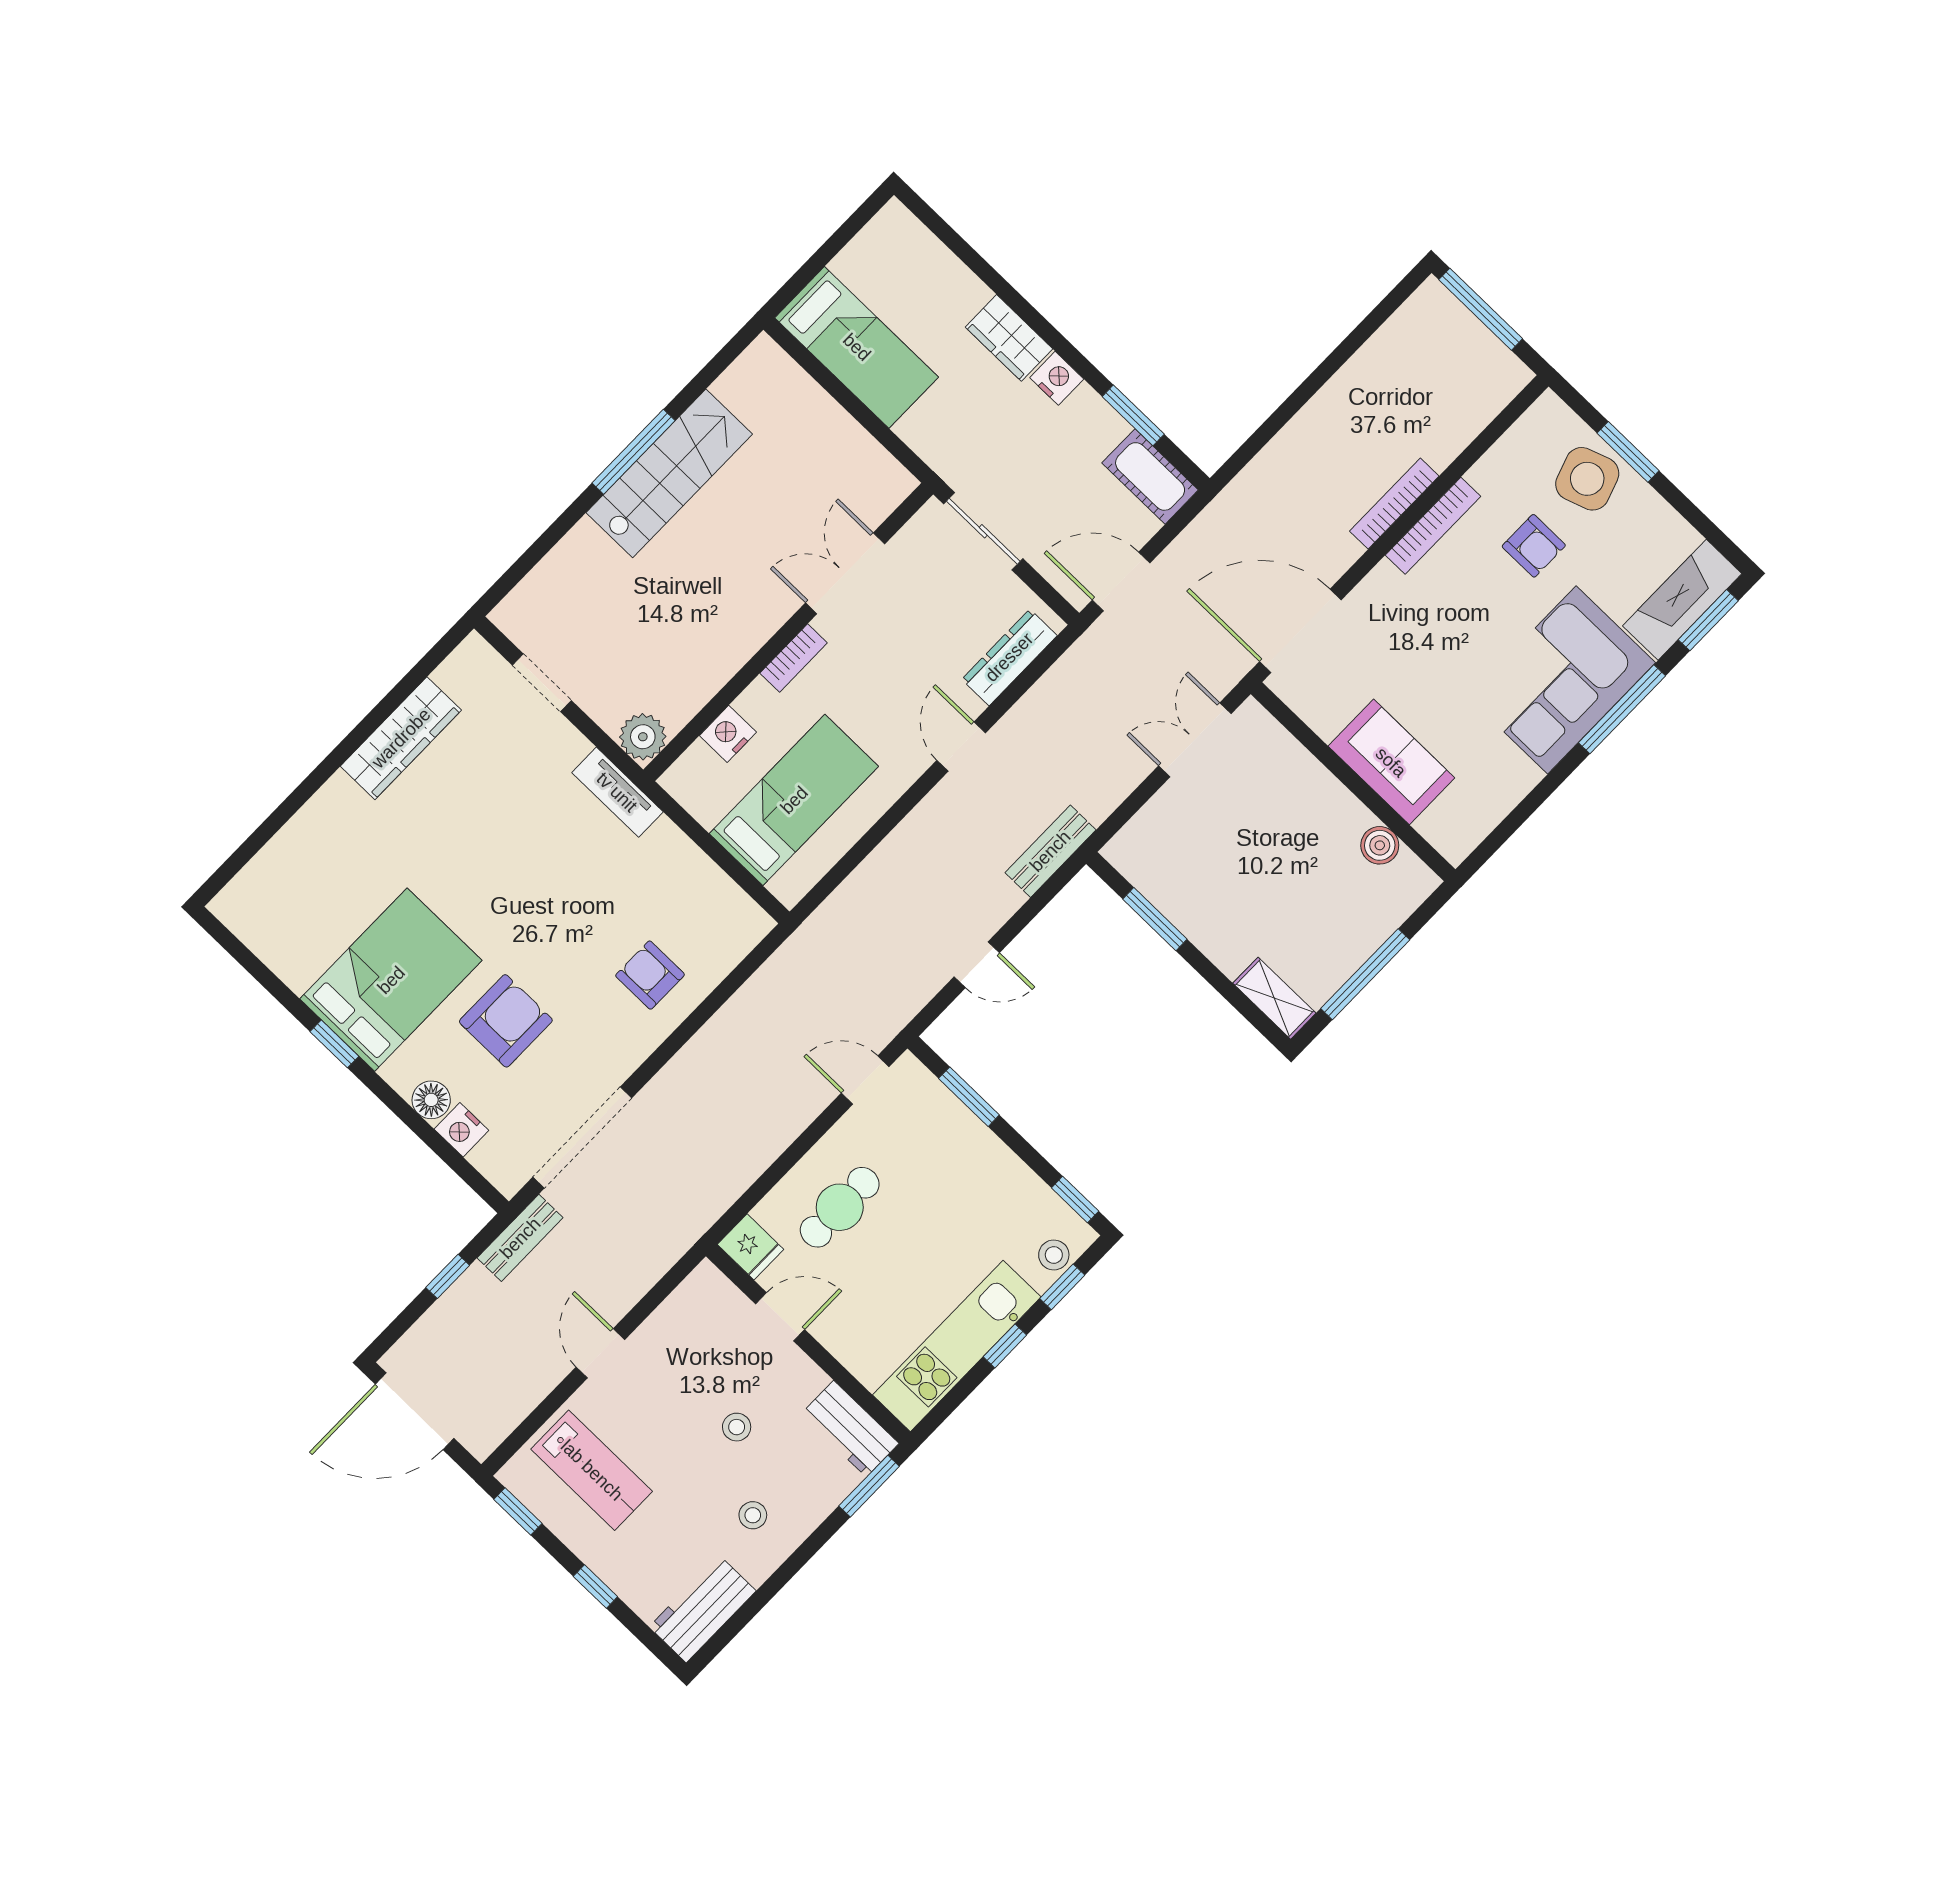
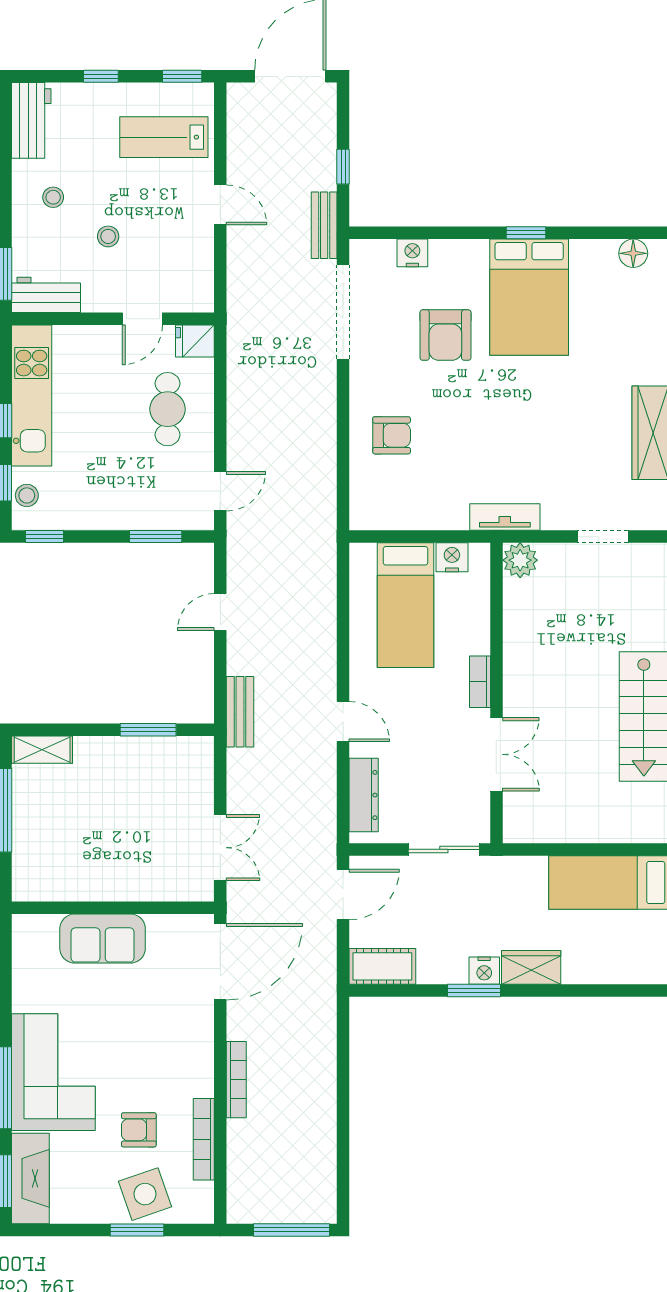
window: (1133, 415) -> (474, 991), moved
bookcase: (1433, 526) -> (204, 1139), moved
nightstand: (728, 734) -> (452, 557), moved, turned -90
boiler: (1380, 845) -> (65, 887), removed
floor lamp: (431, 1100) -> (633, 253), moved

